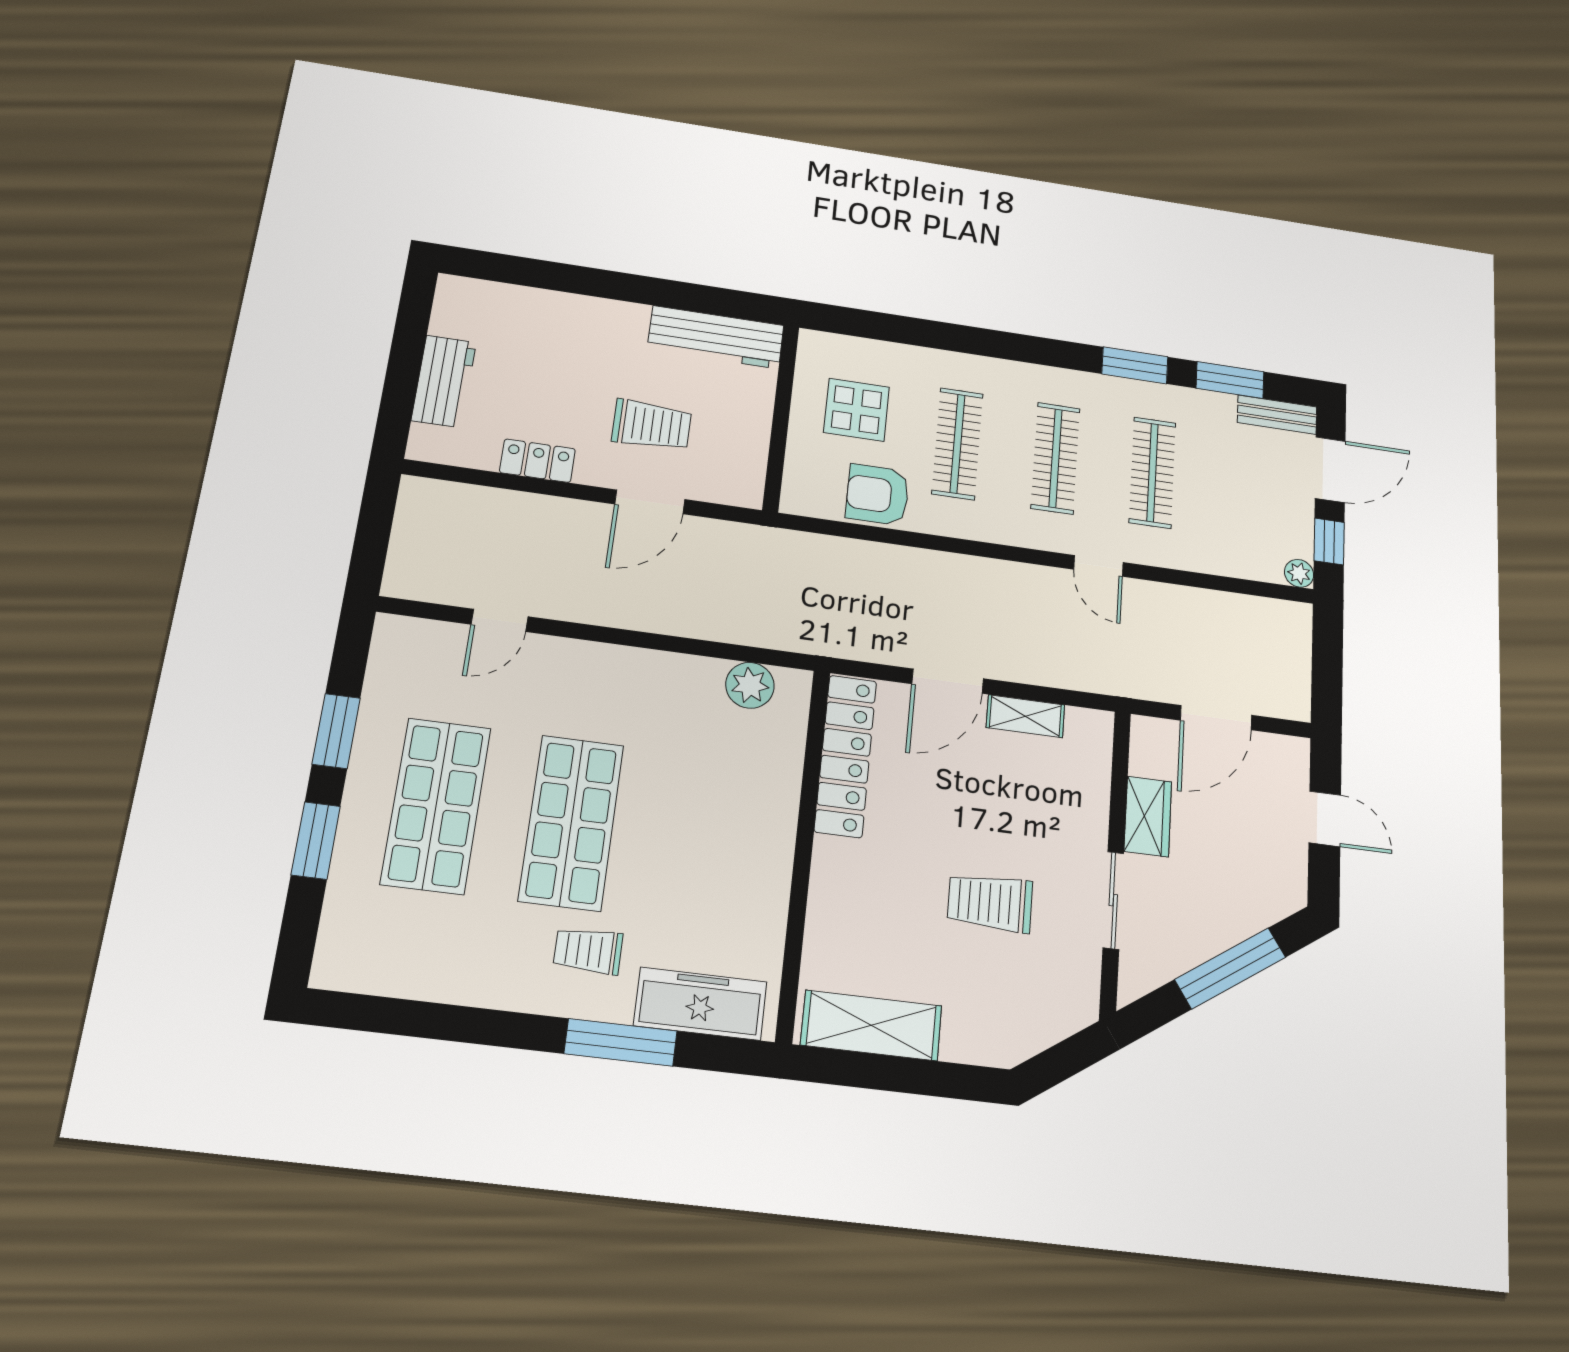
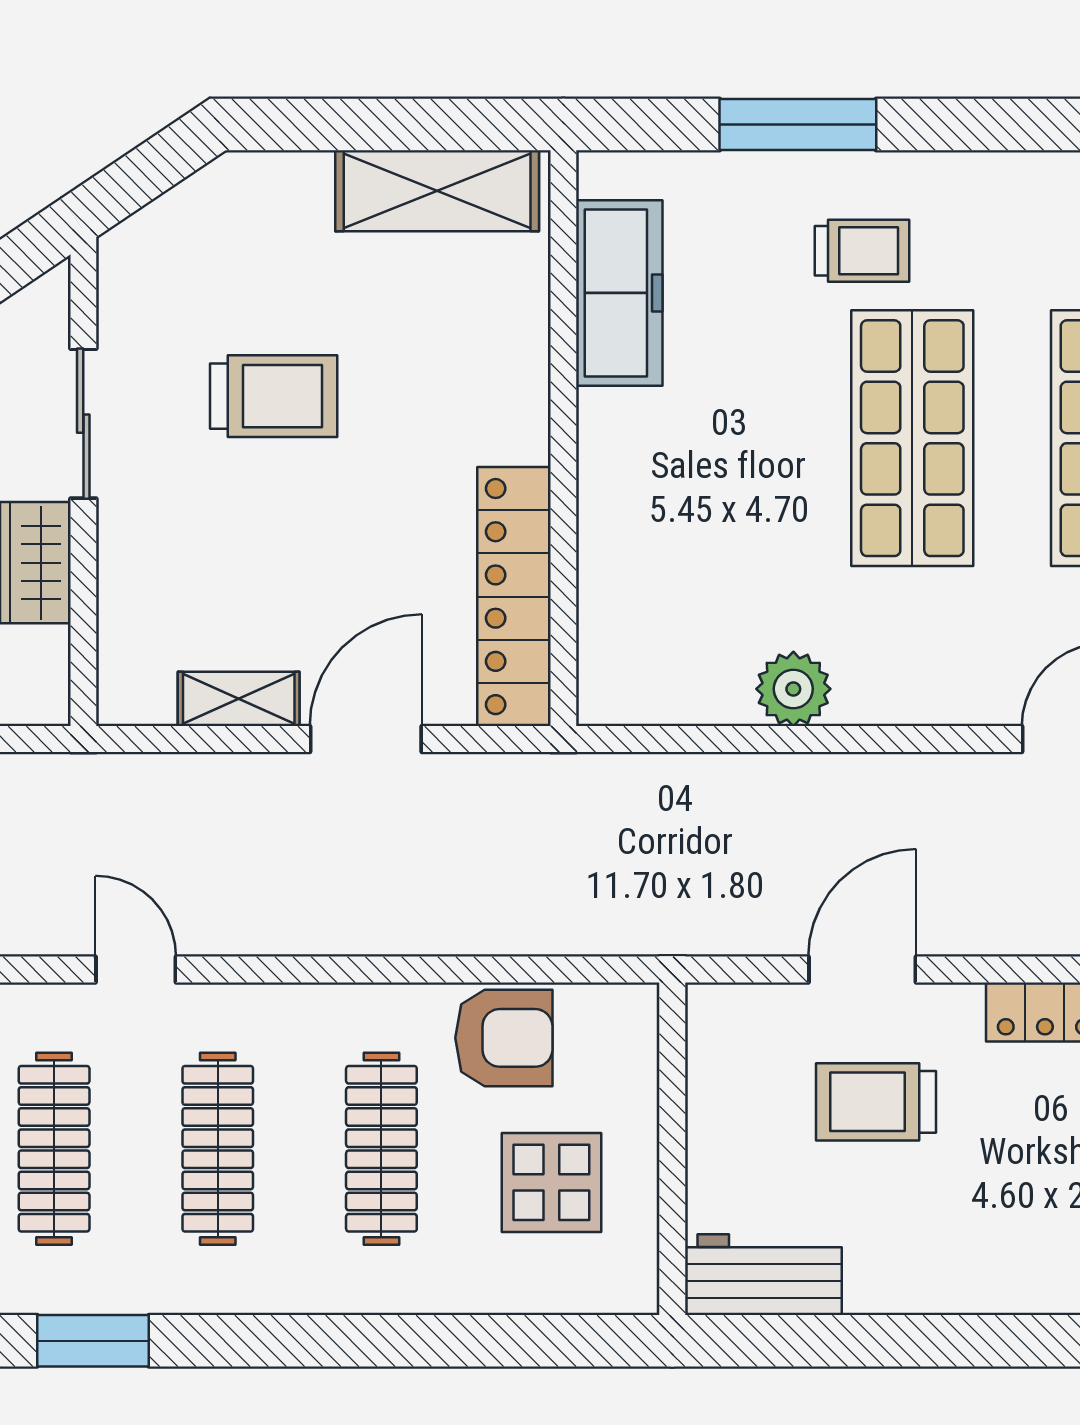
workbench: (716, 337) -> (763, 1275), width x0.73
plant: (750, 685) -> (793, 689), moved
freezer: (700, 1004) -> (619, 293), moved, turned -90

